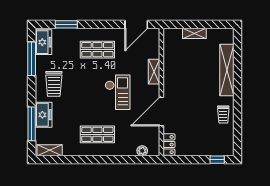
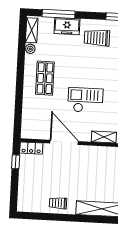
checkout: (118, 92) -> (85, 100), turned 180
plant: (142, 151) -> (30, 49), moved
window: (217, 160) -> (16, 162), moved

